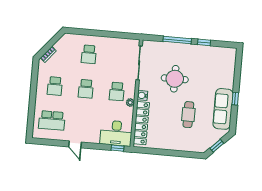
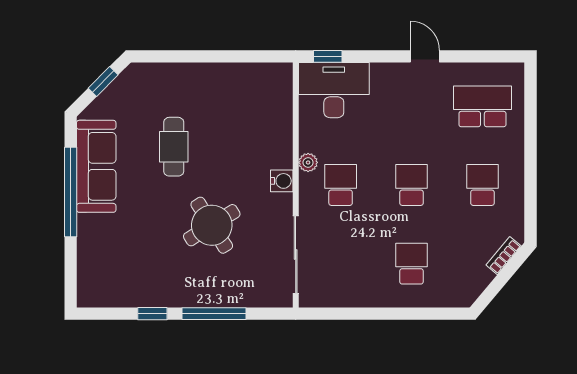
round table: (175, 79) -> (212, 225), turned -32
window: (235, 99) -> (71, 192), width x3.17
locker: (141, 123) -> (279, 118), removed

